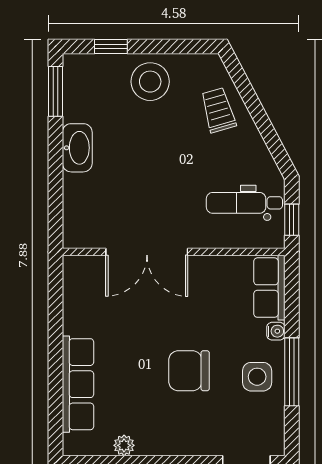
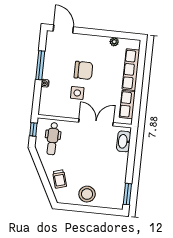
window: (111, 47) -> (102, 211), removed
washbasin: (77, 148) -> (124, 141), moved
dental chair: (244, 203) -> (53, 139), turned 91
row of seats: (269, 288) -> (127, 105), moved, turned 180
side table: (257, 377) -> (77, 93), moved

